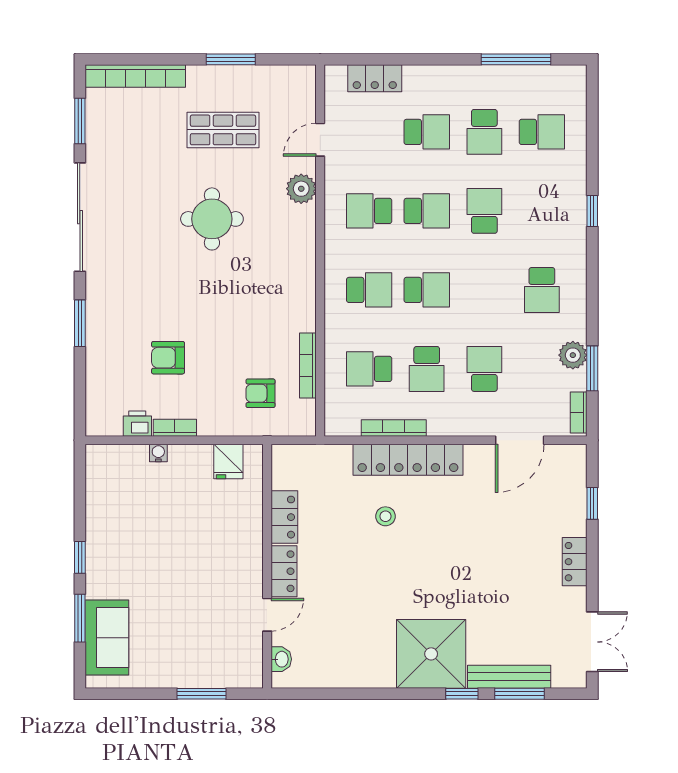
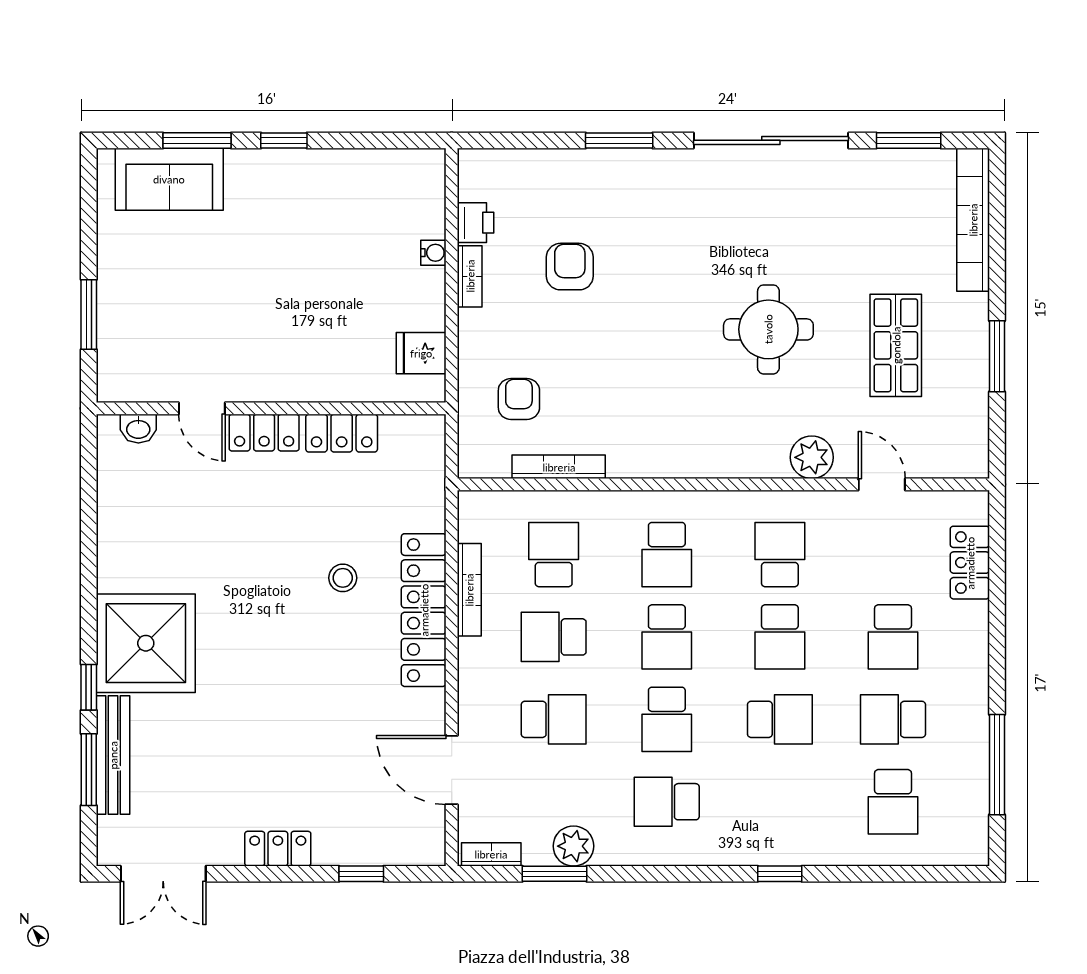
school desk: (484, 290) -> (667, 719), added

